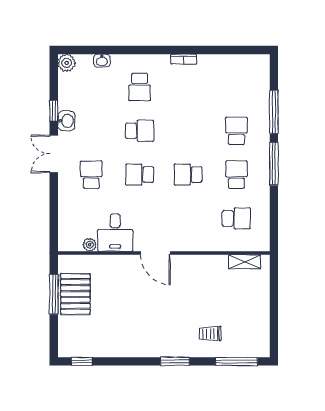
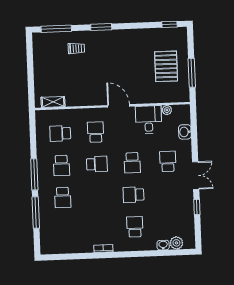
plant: (67, 63) -> (176, 243), moved
washbasin: (66, 121) -> (185, 132), moved
school desk: (91, 175) -> (168, 161), turned 180
school desk: (140, 175) -> (132, 163), turned 90
school desk: (188, 218) -> (96, 132), added
pallet: (75, 294) -> (166, 66), moved

